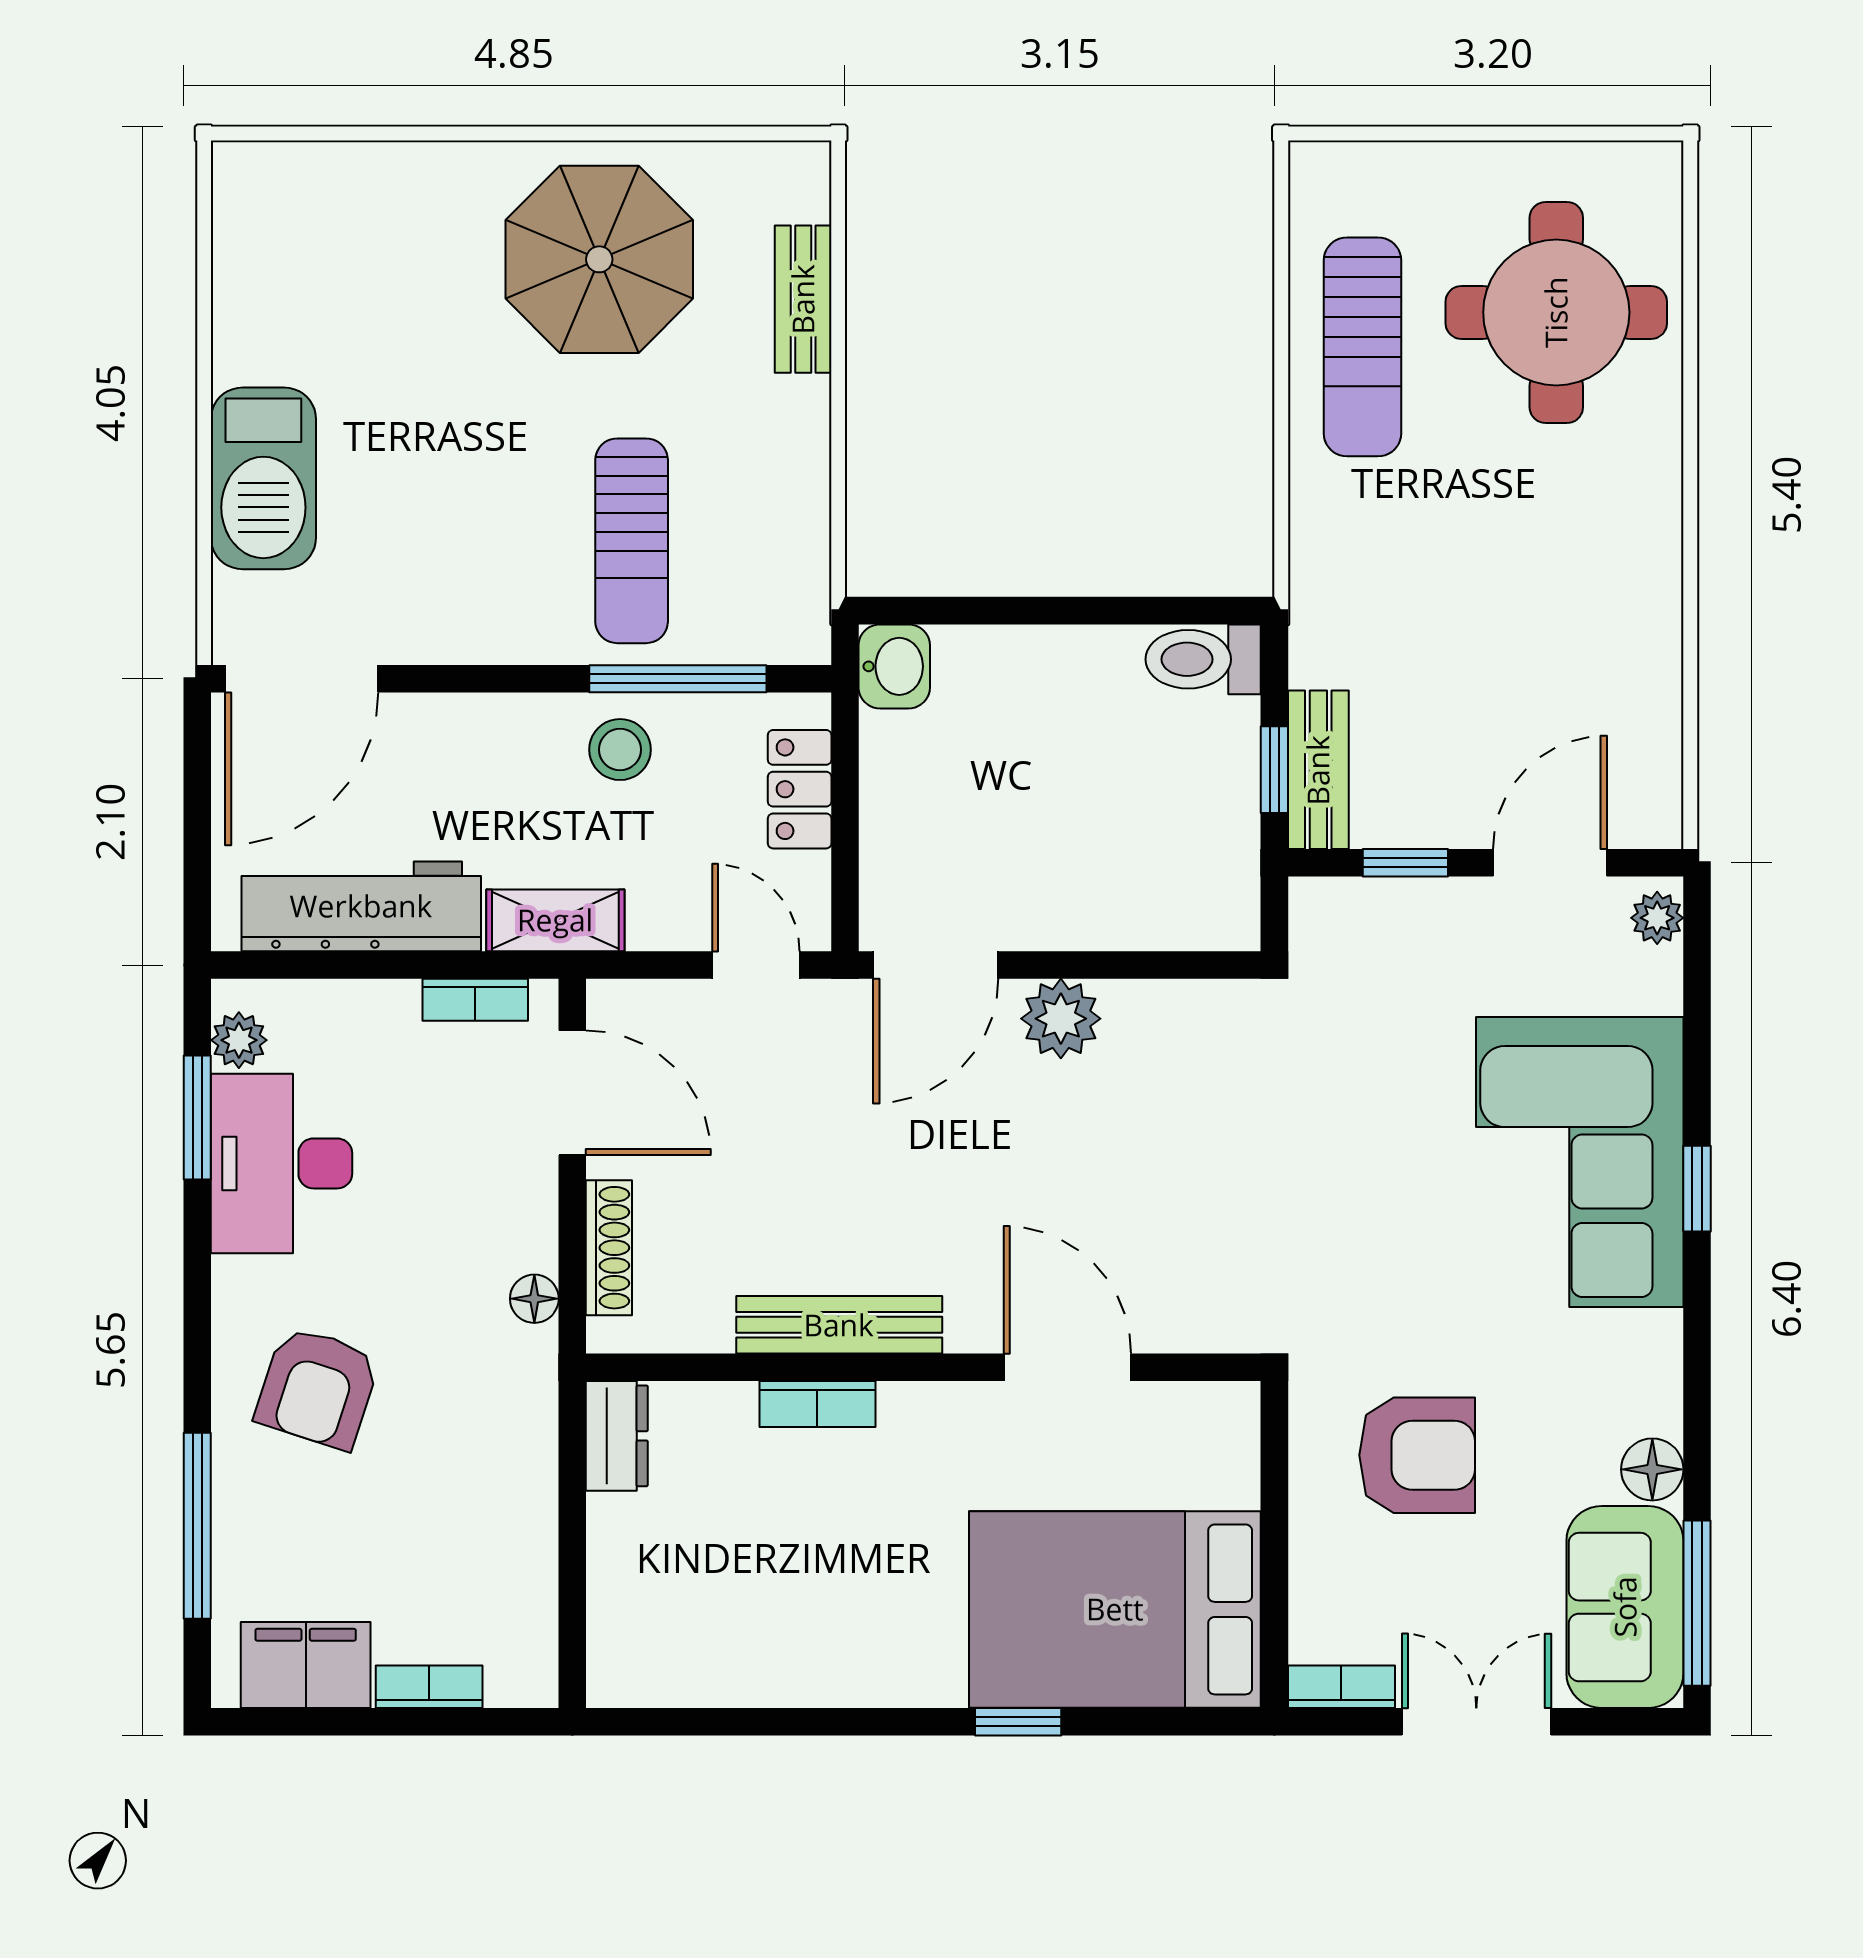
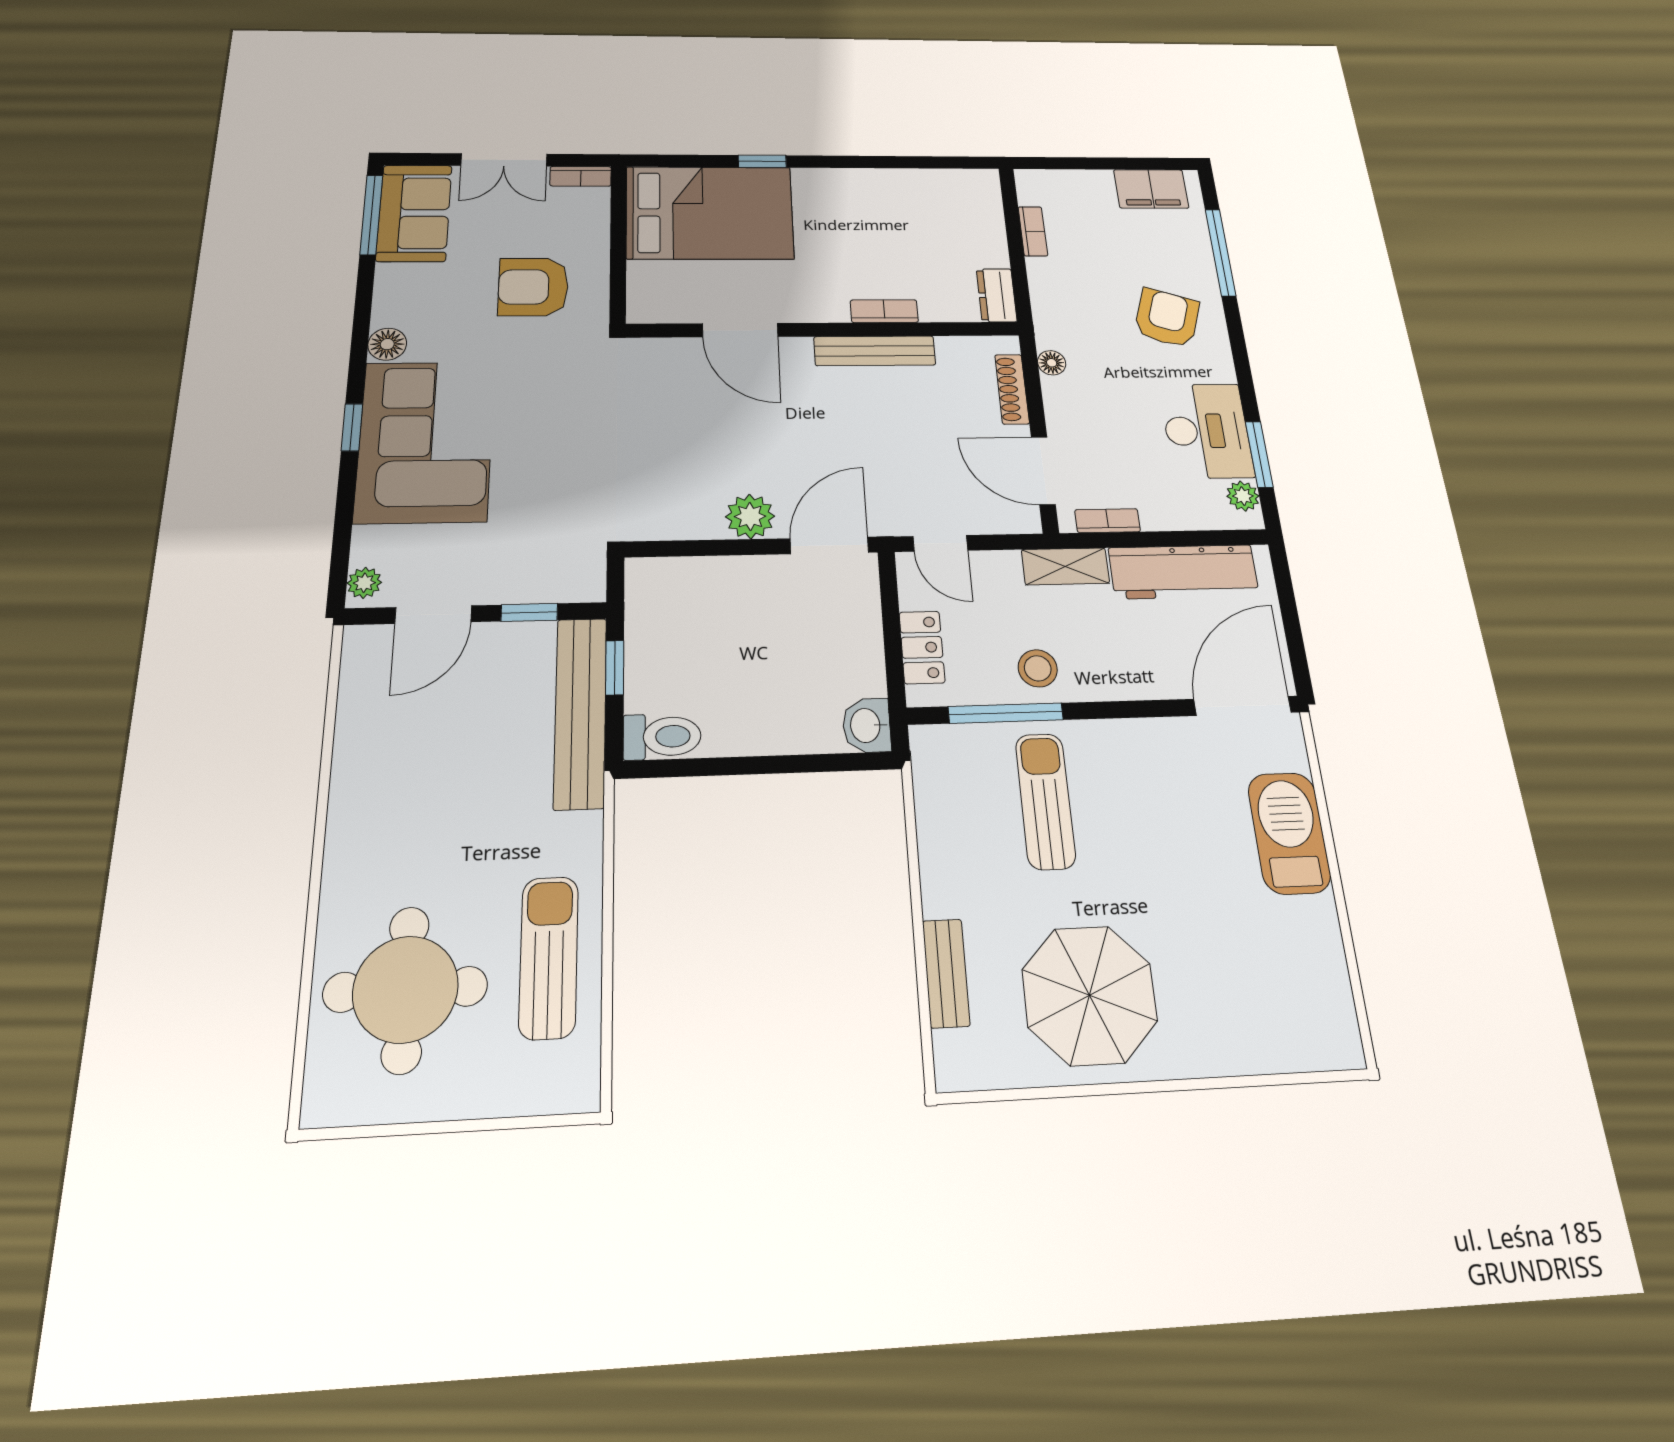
bench: (1318, 770) -> (580, 712), width x1.86, depth x1.21
floor lamp: (1652, 1469) -> (387, 344), moved
bookcase: (429, 1687) -> (1033, 231), moved, turned -90

